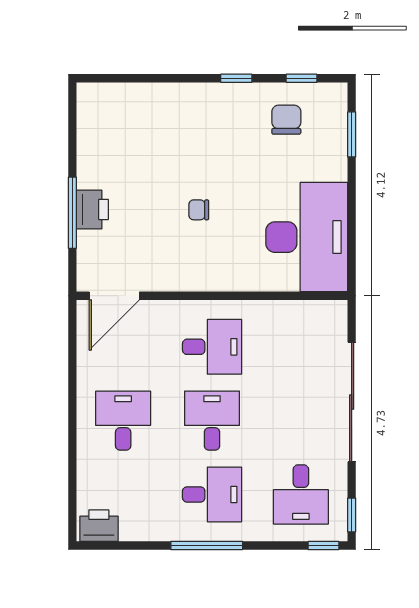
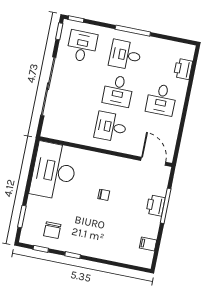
filing cabinet: (92, 130) -> (148, 244), added
door: (114, 296) -> (153, 161), hinge flipped
printer: (99, 526) -> (183, 69), moved, turned 90

